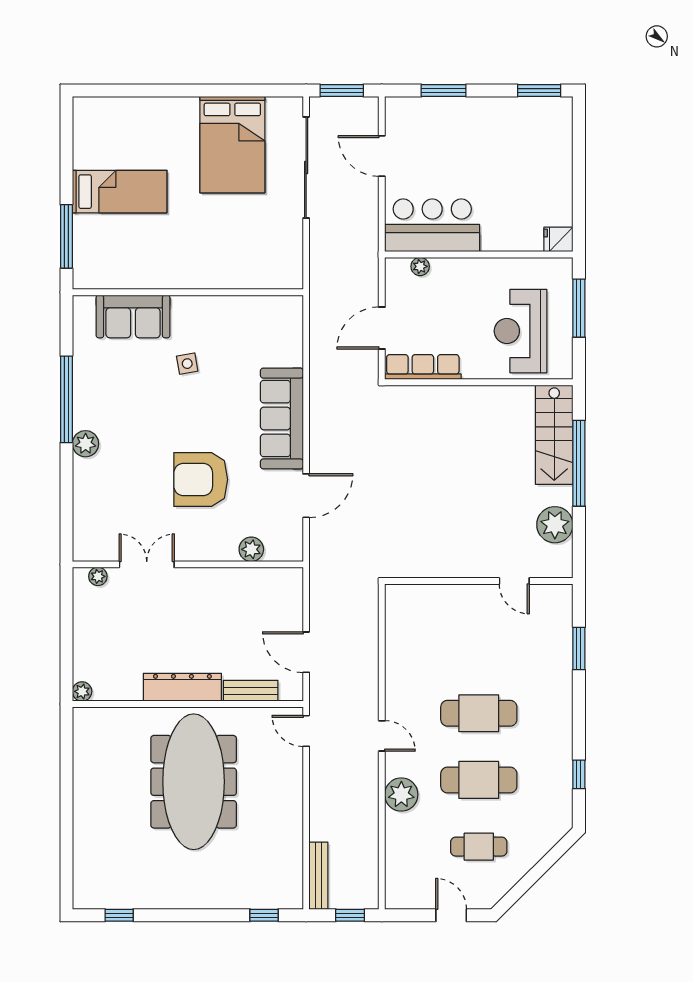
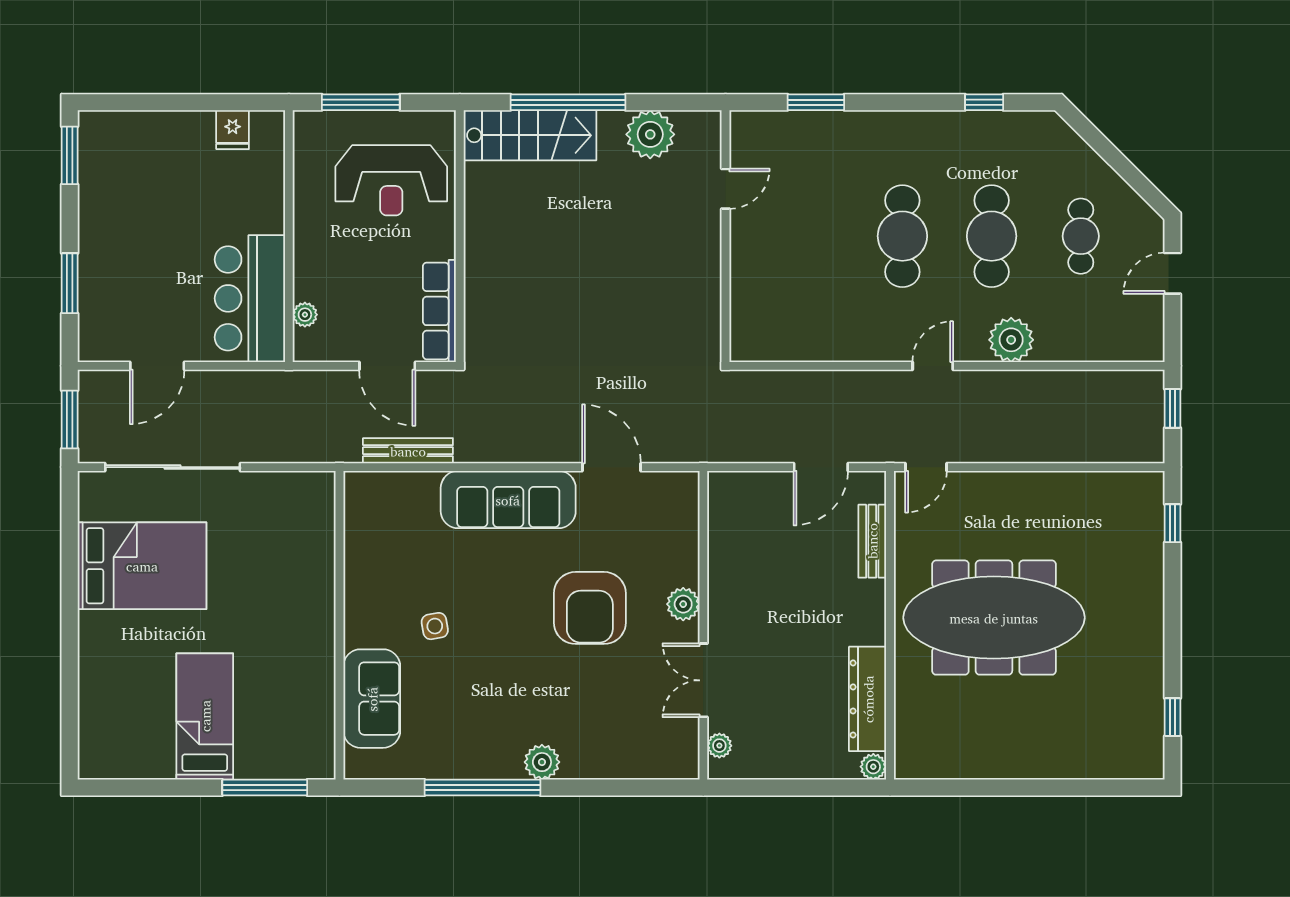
fridge: (558, 239) -> (233, 130), moved
plant: (251, 549) -> (683, 604), moved
dresser: (182, 687) -> (868, 699), moved
bench: (318, 876) -> (408, 451), moved

